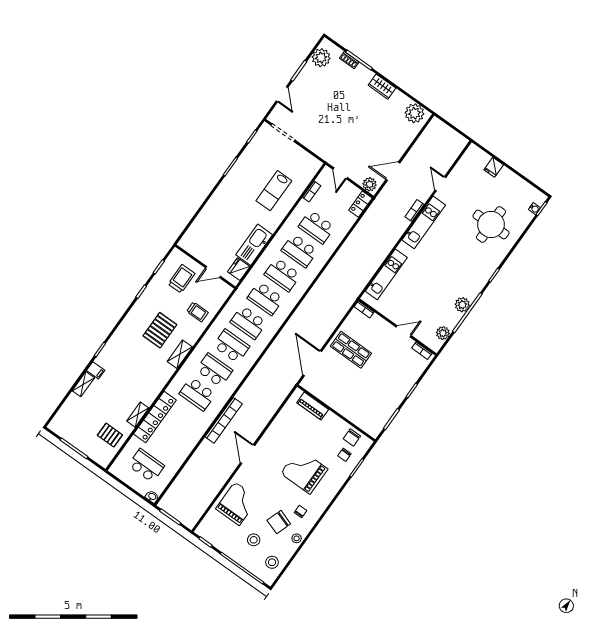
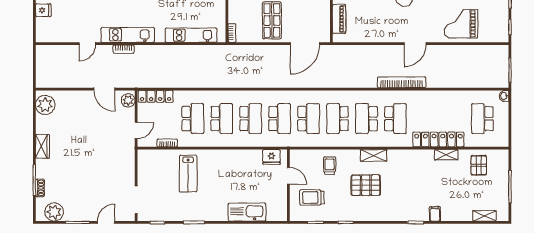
lab bench: (274, 191) -> (188, 174), turned 90
locker: (360, 204) -> (156, 96), width x1.53
kitchen sink: (254, 245) -> (247, 212), moved, turned 180
shelving: (83, 384) -> (484, 216), moved

